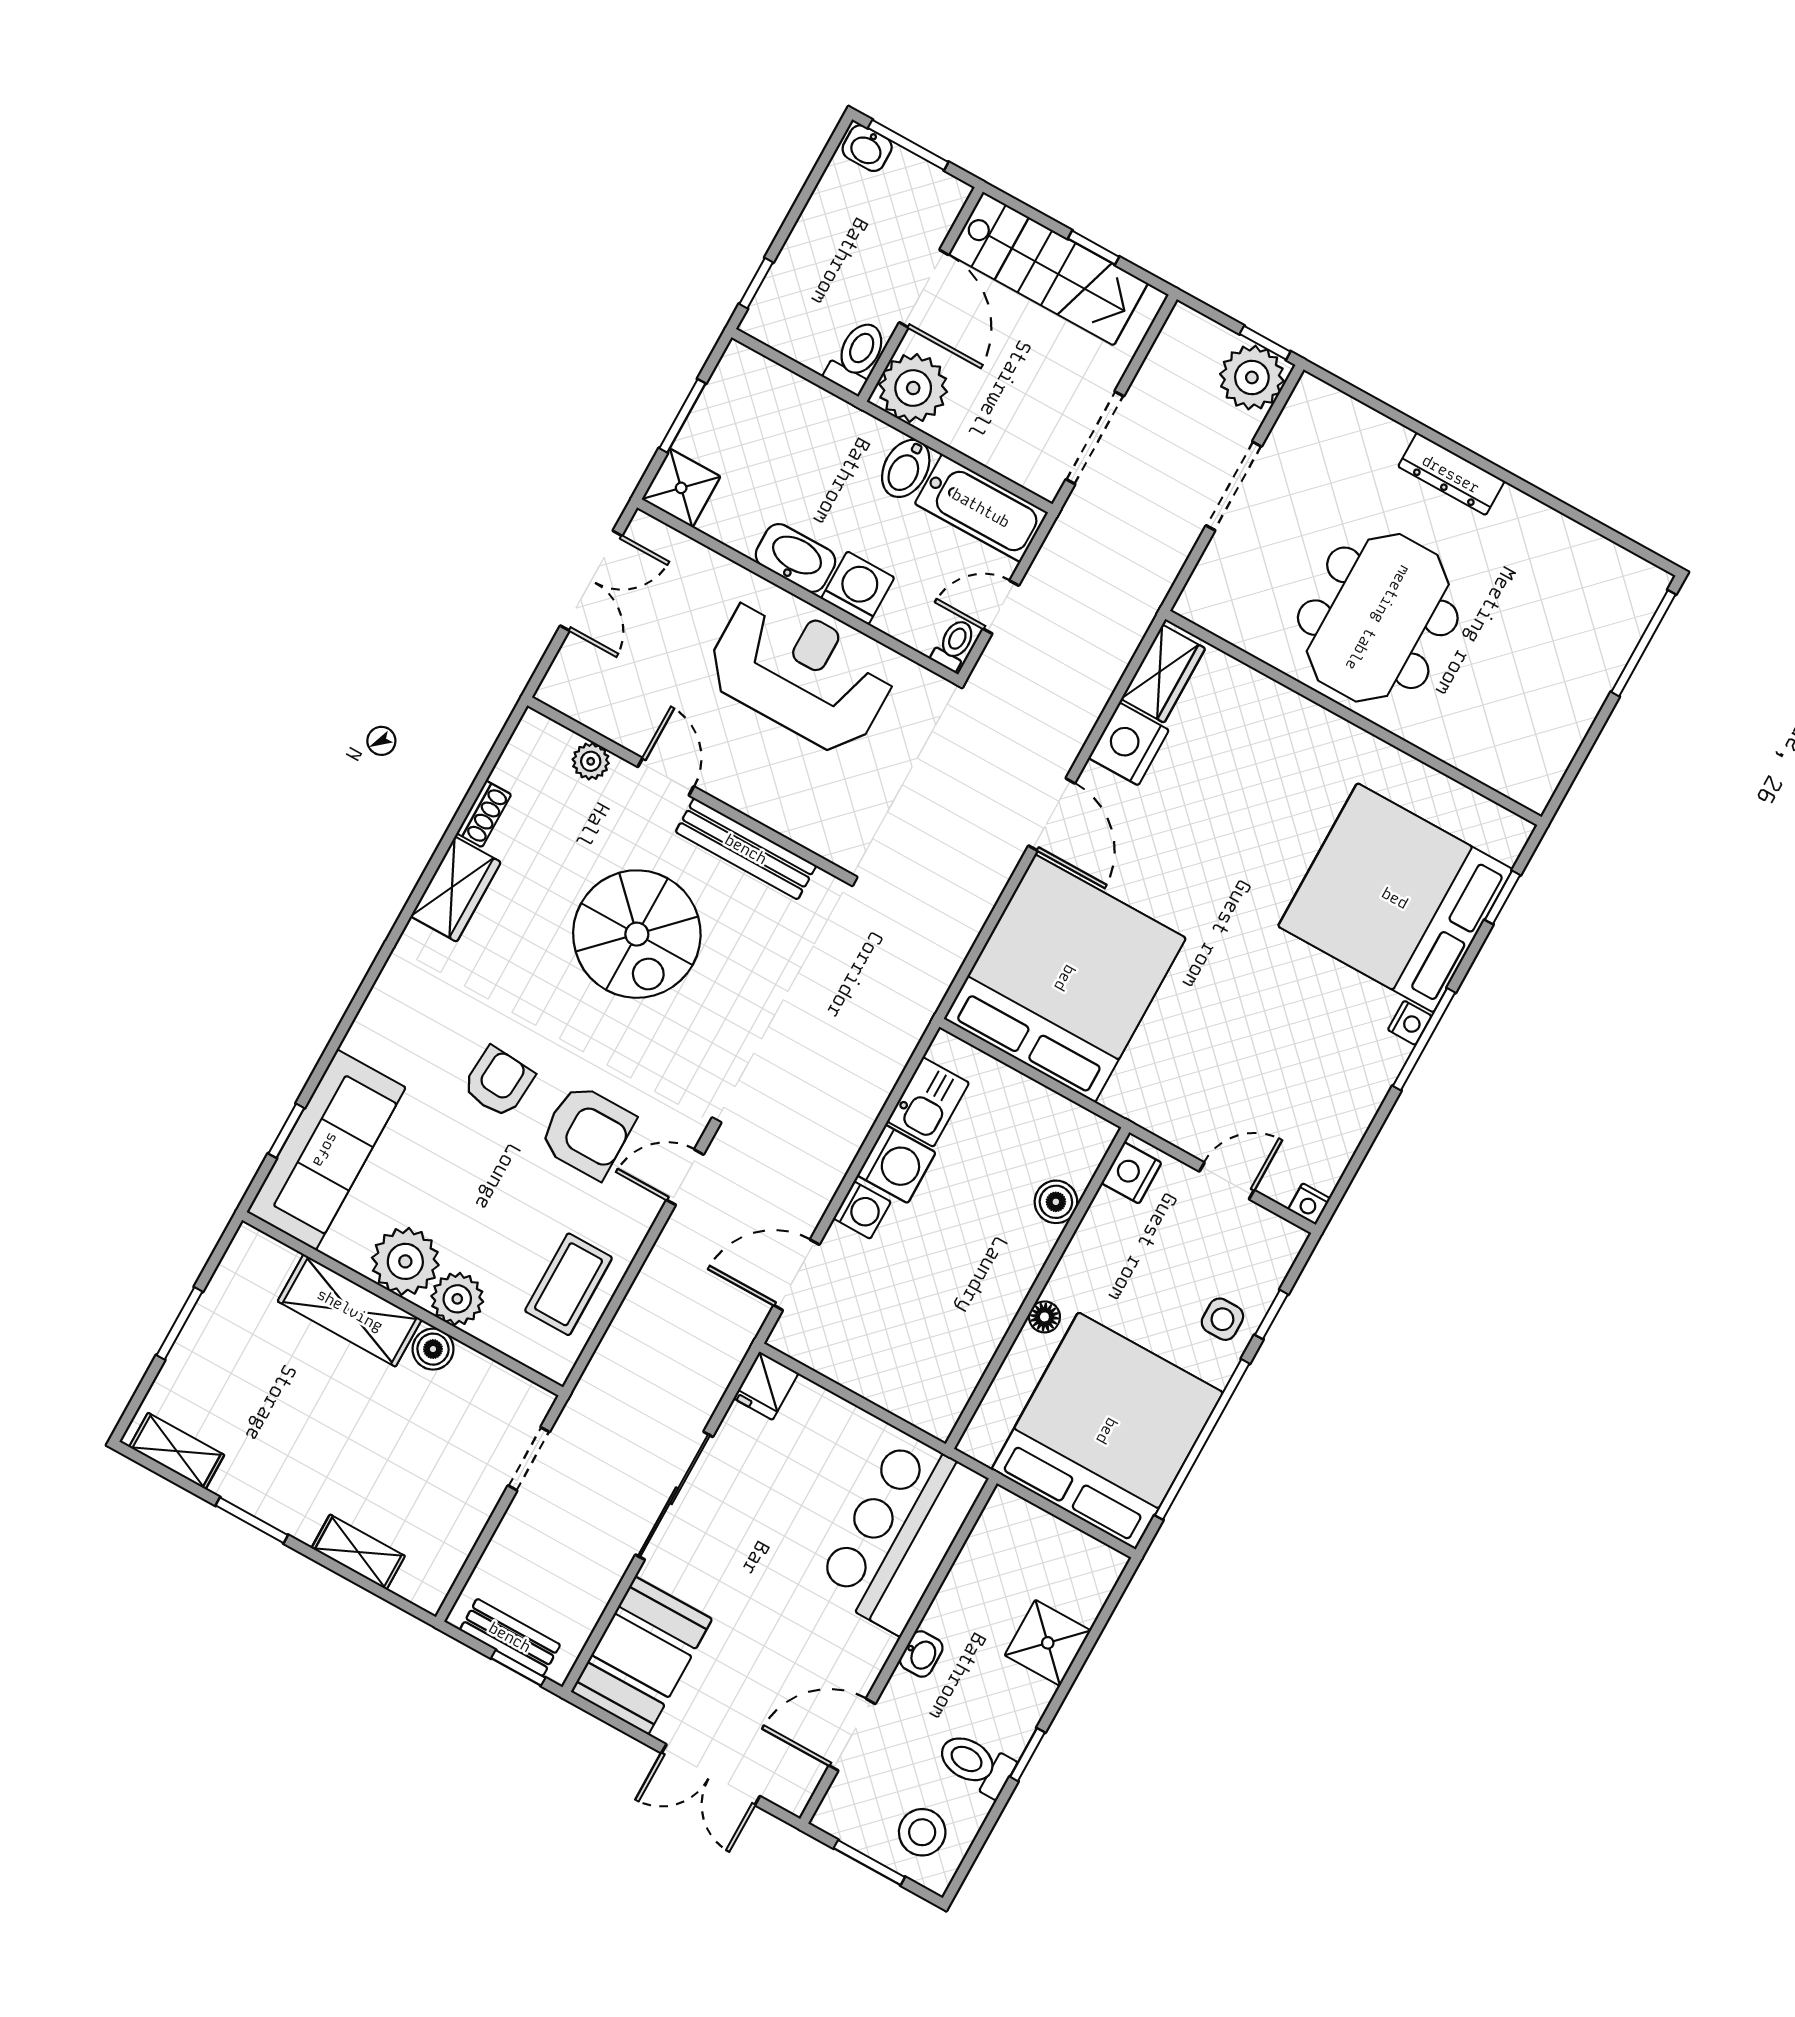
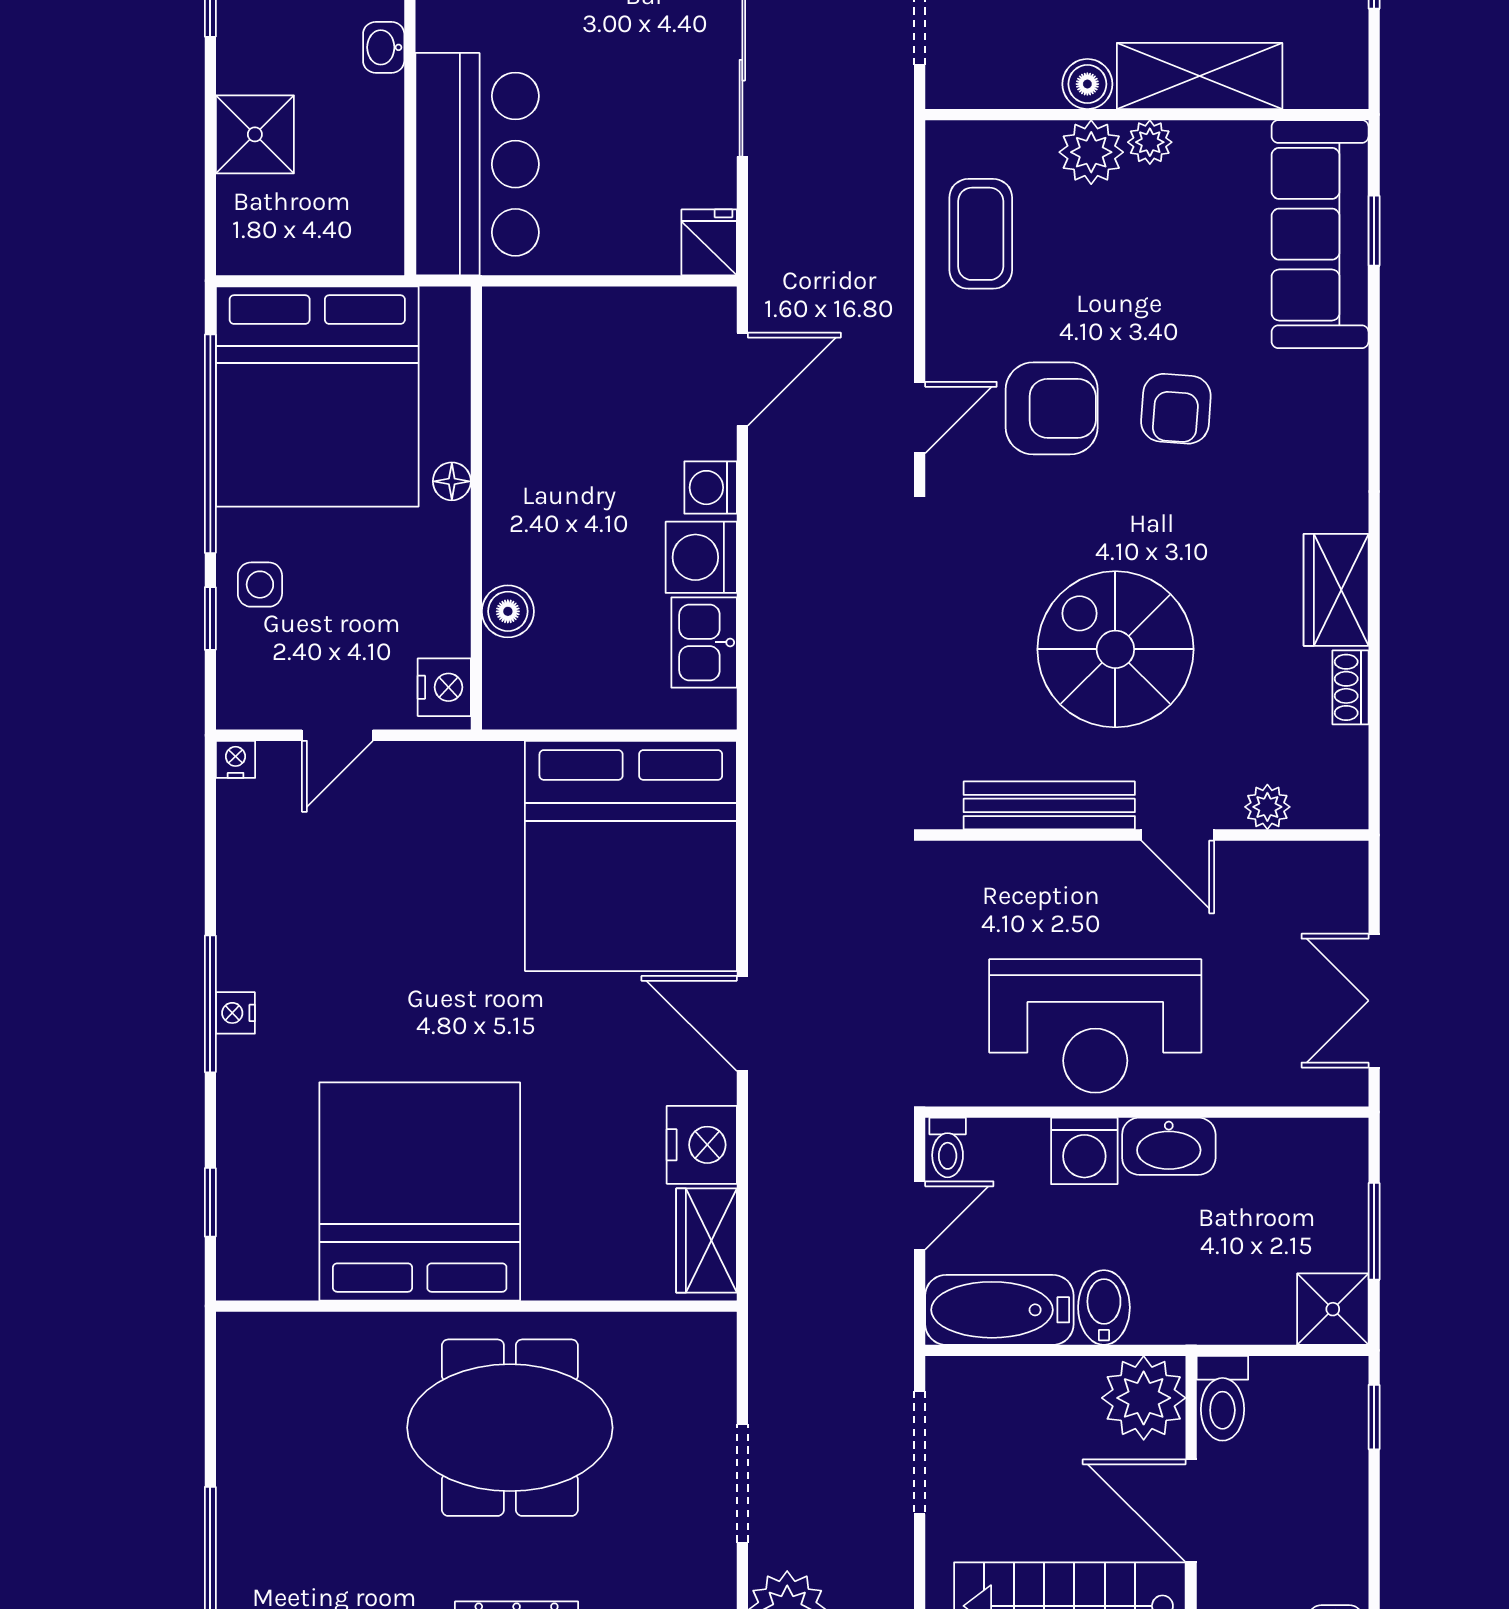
shower: (681, 488) -> (1333, 1309), moved
meeting table: (1378, 618) -> (510, 1428), turned 90
bed: (1395, 898) -> (420, 1191), moved, turned -90
armchair: (587, 1131) -> (1052, 408), turned 180
plant: (405, 1261) -> (1150, 142), width x0.53, depth x0.53

